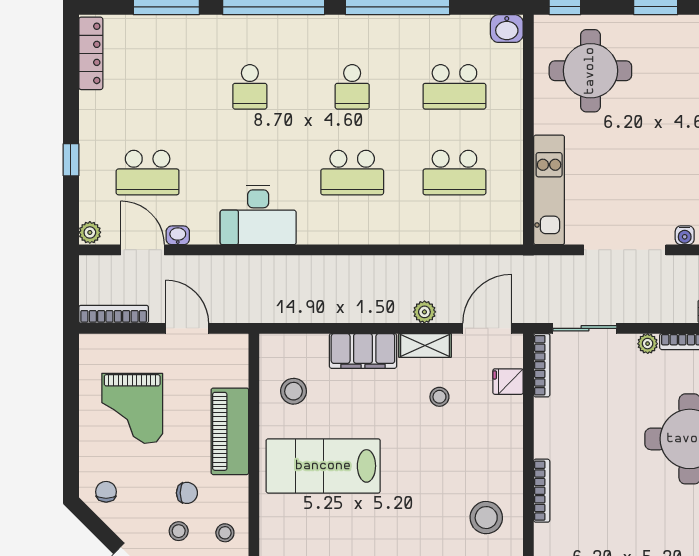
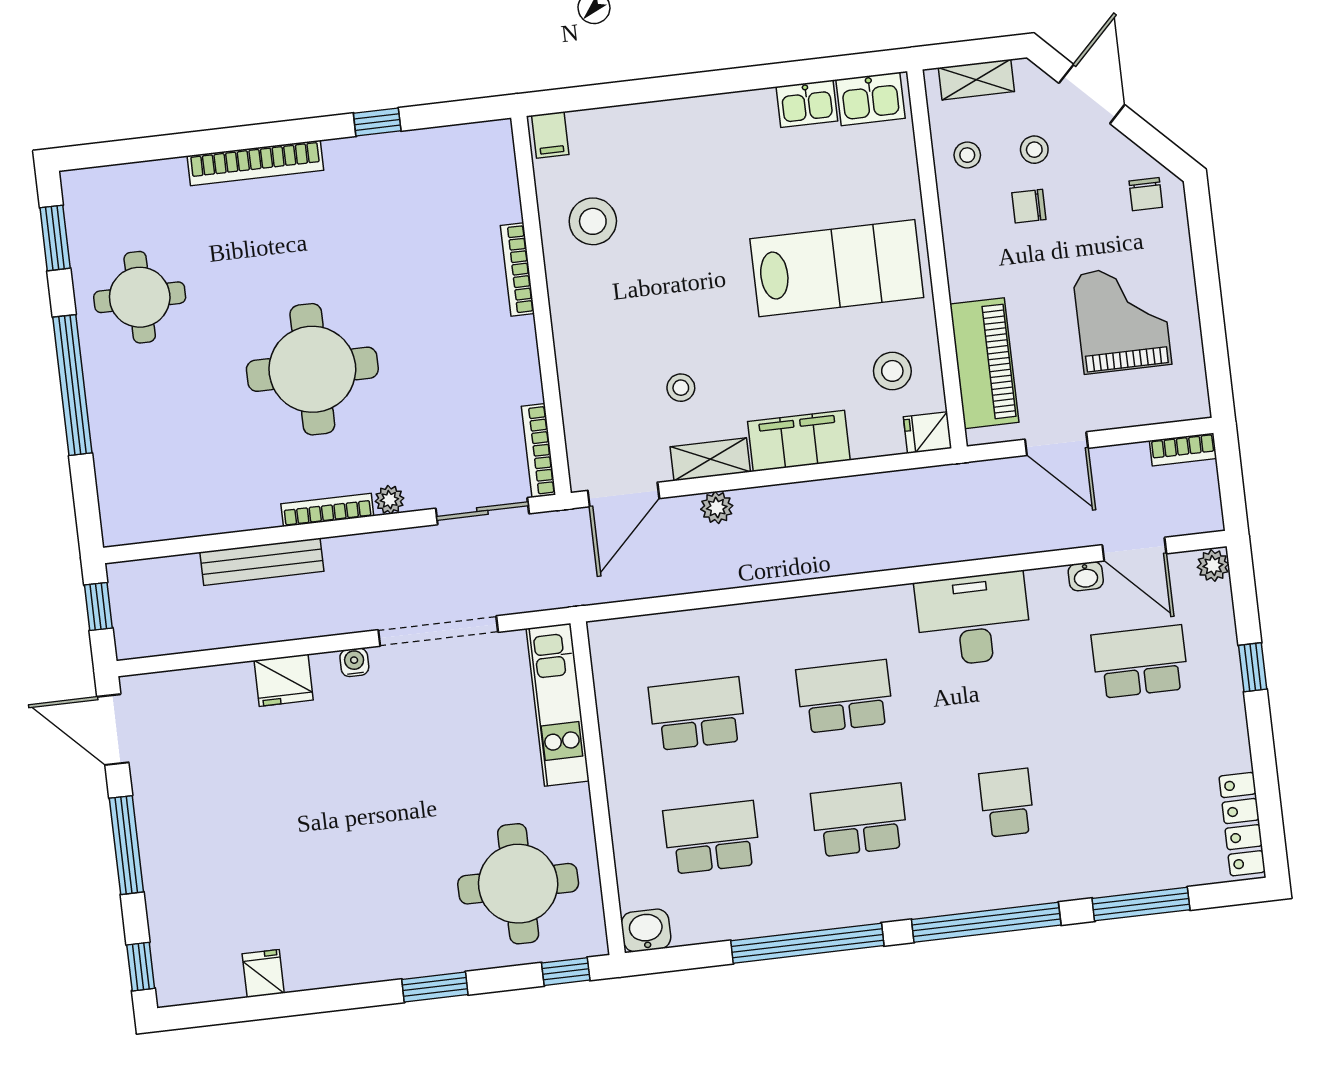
school desk: (352, 87) -> (859, 820), width x1.85
bookcase: (114, 314) -> (1183, 449), width x0.64
fridge: (508, 382) -> (928, 433), moved, turned 180
piano: (230, 431) -> (984, 363), moved

